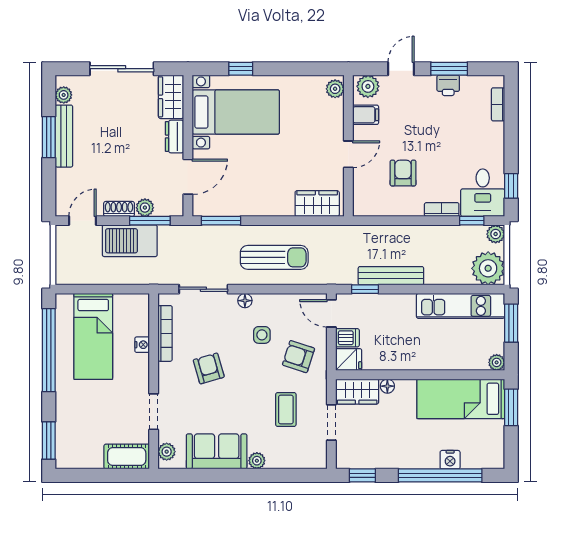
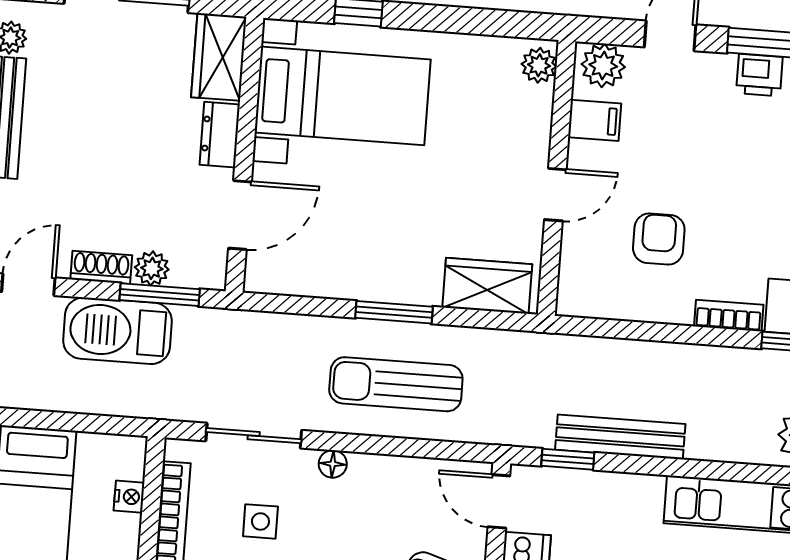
window: (221, 221) -> (394, 312), moved
sun lounger: (274, 257) -> (396, 384), turned 180
side table: (262, 335) -> (260, 521), moved
nightstand: (142, 345) -> (129, 497), moved

